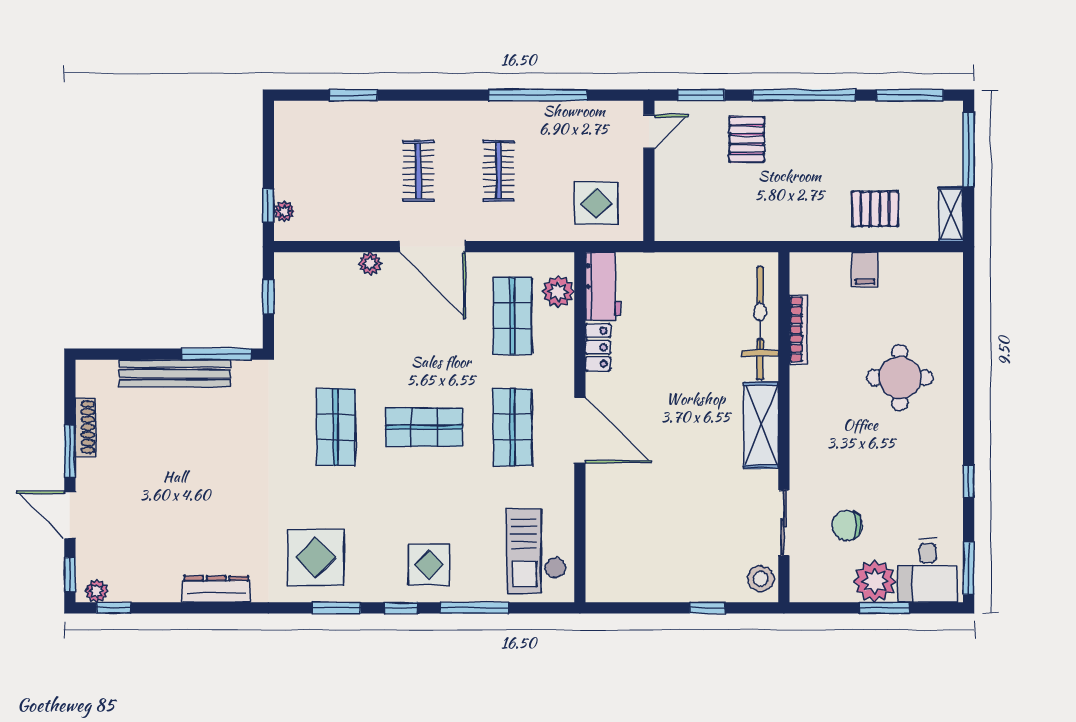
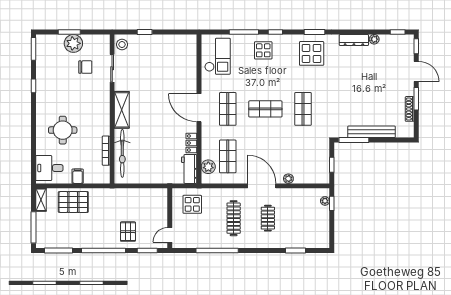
clothes rail: (499, 171) -> (234, 218), width x1.36
pallet: (875, 209) -> (73, 202), width x1.50, depth x1.42
desk: (928, 570) -> (49, 168), moved, turned -90
plant: (97, 591) -> (374, 39), moved
window: (336, 608) -> (315, 32), moved

